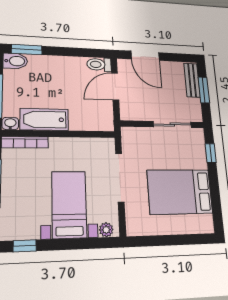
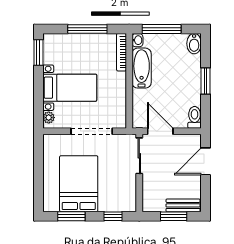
window: (27, 50) -> (206, 81), moved
door: (115, 87) -> (160, 131), moved
sliding door: (172, 124) -> (139, 156), moved
window: (216, 200) -> (71, 216), added
window: (25, 246) -> (38, 53), width x1.50

